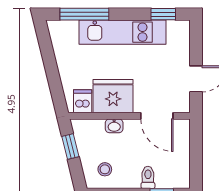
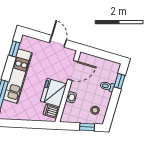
window: (70, 147) -> (87, 127), moved

